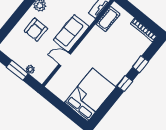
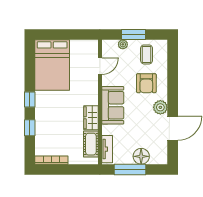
armchair: (36, 30) -> (146, 83), turned 180
wardrobe: (93, 37) -> (91, 118), added
coffee table: (20, 49) -> (147, 54), added
door: (65, 59) -> (100, 66), moved

